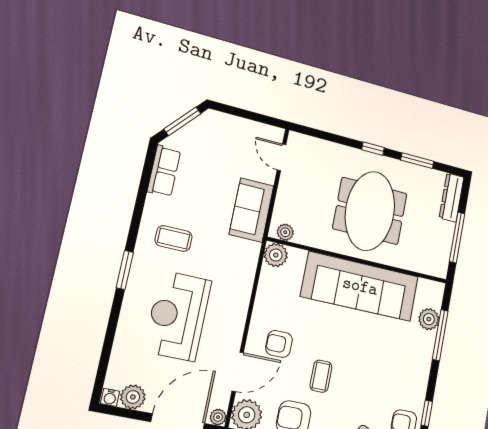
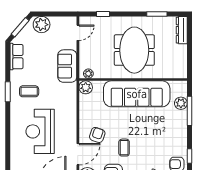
plant: (221, 127) -> (42, 25), added
window: (373, 149) -> (103, 14), moved
door: (282, 157) -> (78, 33), swing flipped
window: (457, 237) -> (189, 53), removed
window: (125, 270) -> (8, 92), moved
armchair: (279, 344) -> (97, 135), turned 109

